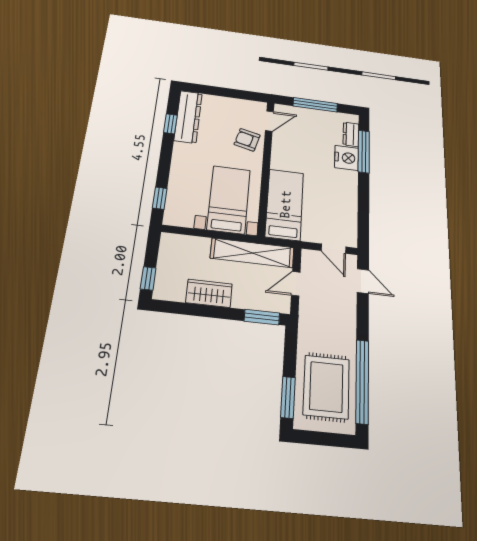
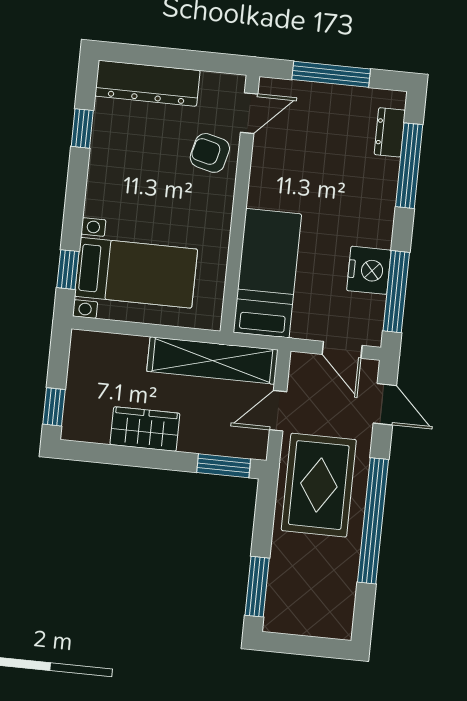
dresser: (188, 117) -> (147, 83), moved, turned 90
nightstand: (347, 158) -> (369, 270), moved
bed with nightstands: (229, 200) -> (136, 273), moved, turned 90
window: (363, 217) -> (396, 292), added
window: (362, 381) -> (373, 521), moved
rug: (326, 387) -> (319, 485), moved

